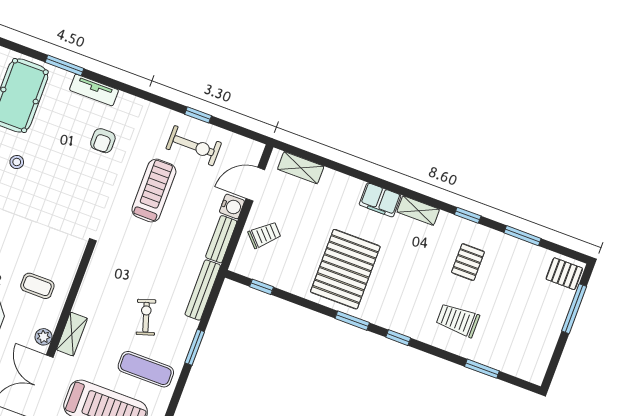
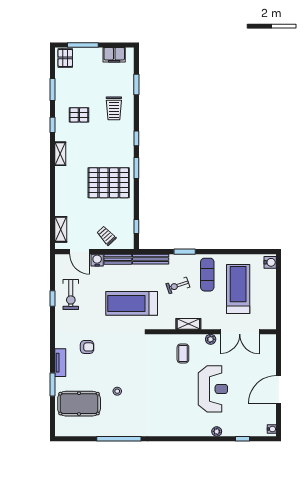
exercise bike: (194, 146) -> (71, 295), turned 180
treadmill: (154, 191) -> (132, 303), moved, width x1.37, depth x1.38
filing cabinet: (380, 200) -> (114, 55), moved, turned 90
shelving: (72, 334) -> (188, 324), moved

